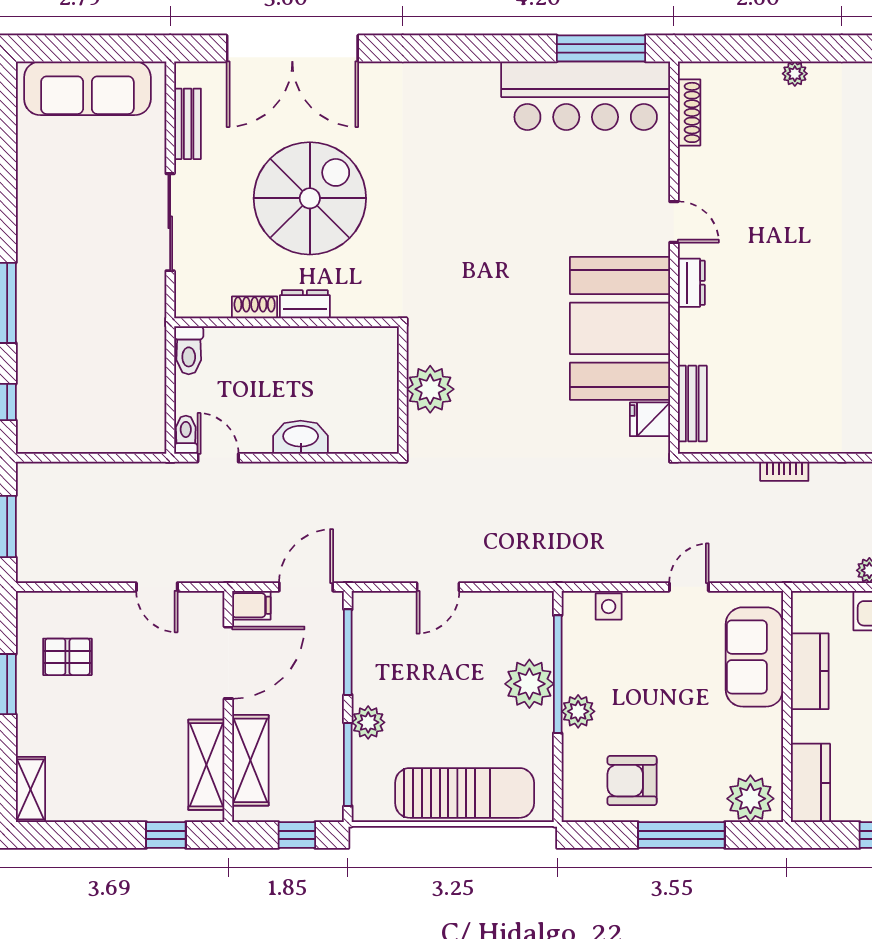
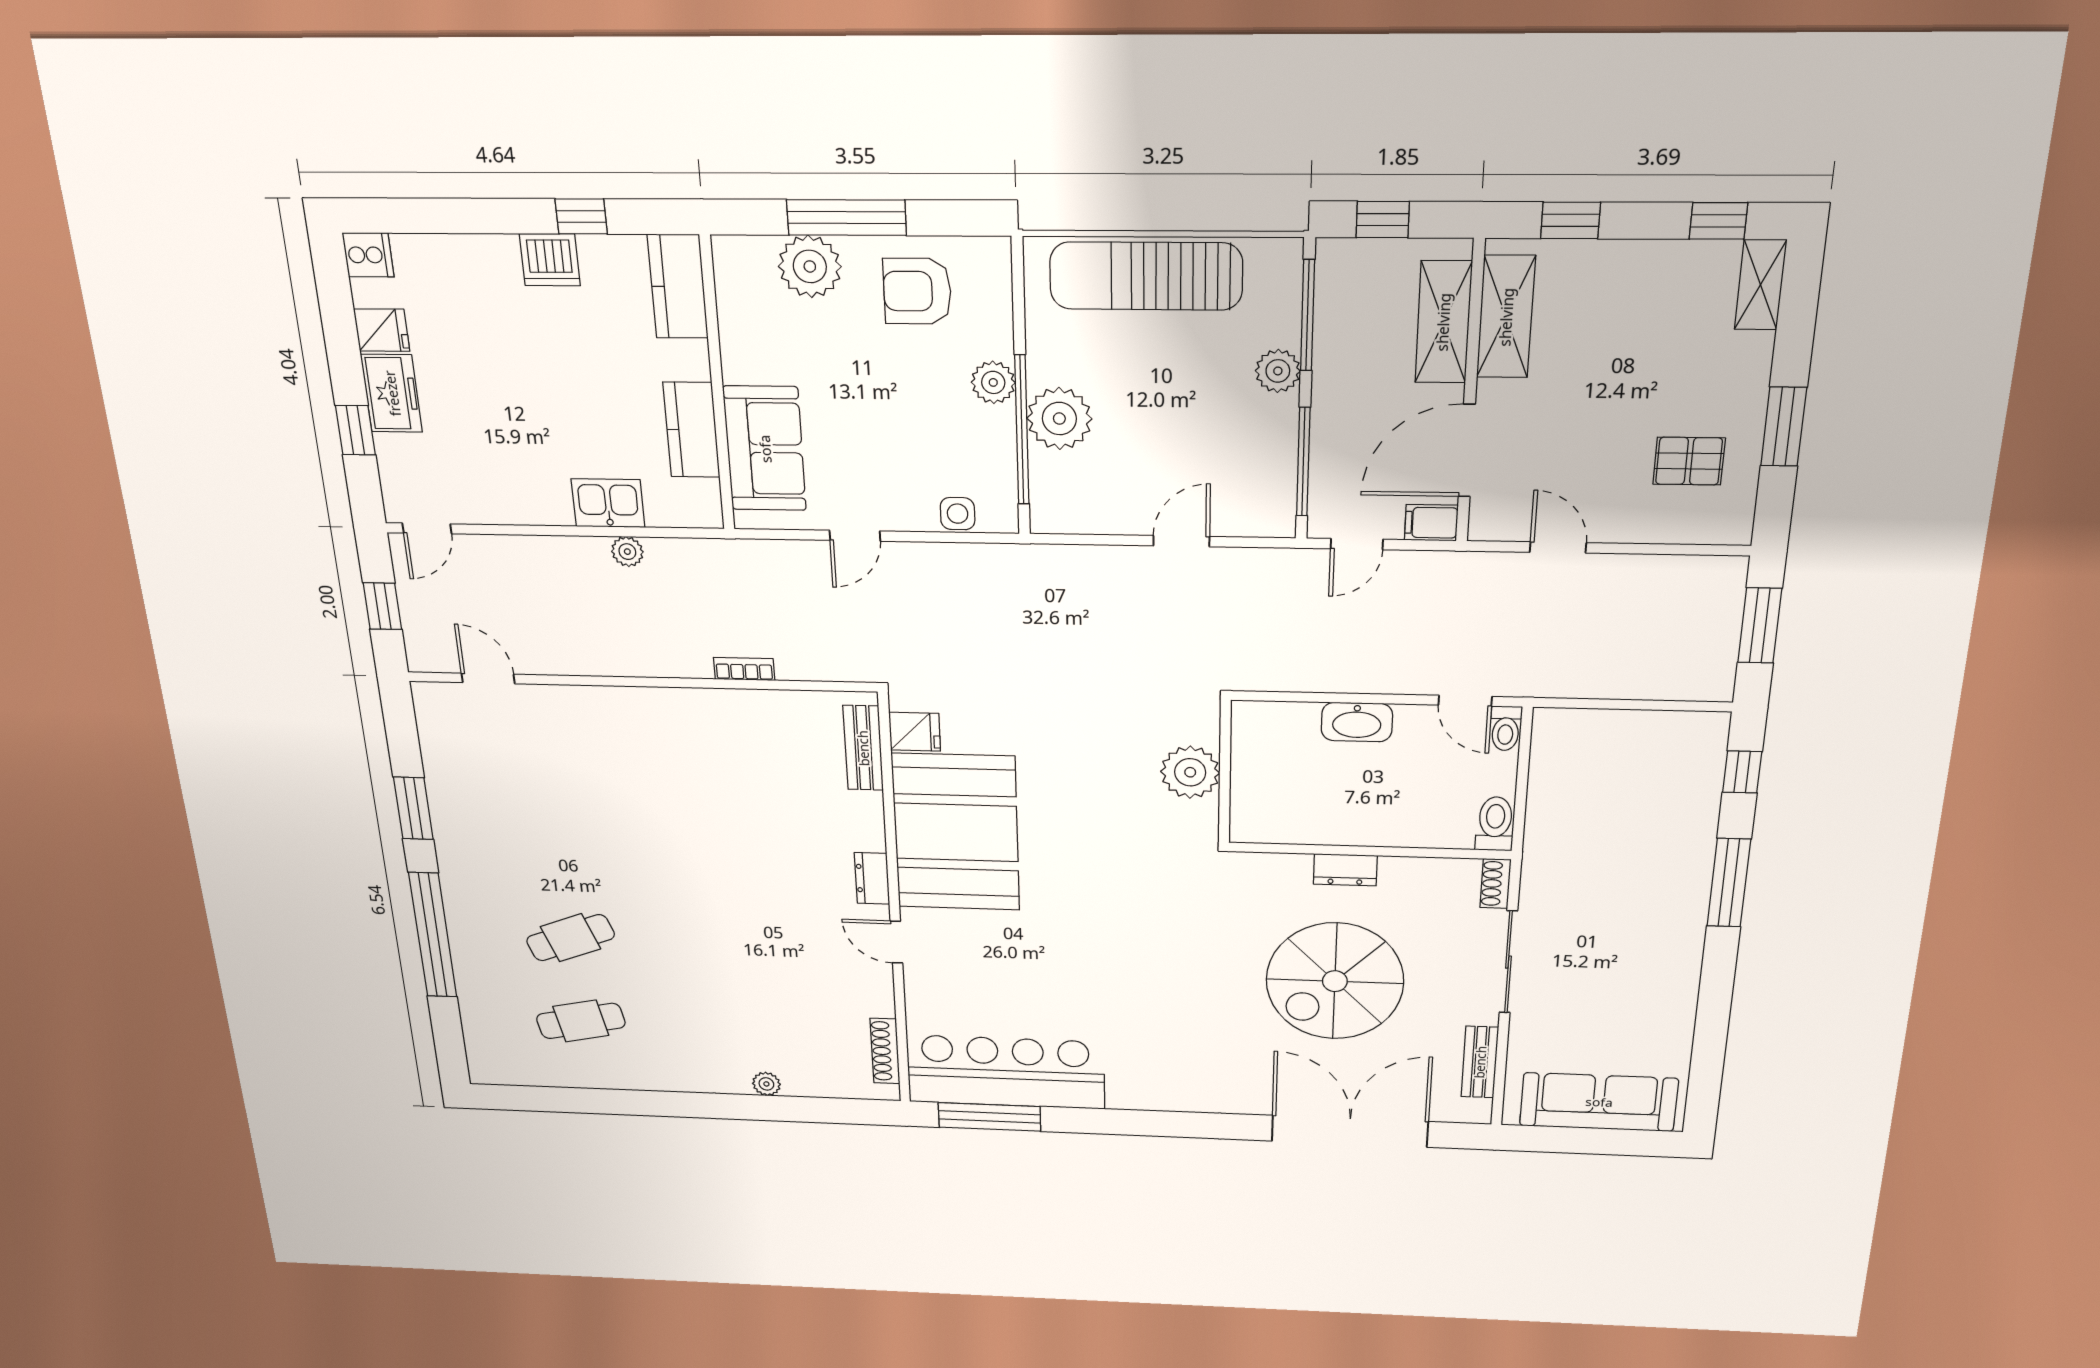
shoe rack: (255, 307) -> (1496, 884), moved, turned 90
door: (306, 587) -> (1357, 544), width x0.73
armchair: (632, 781) -> (917, 291), turned 180
plant: (750, 799) -> (810, 266), moved
window: (64, 835) -> (1718, 221), added

